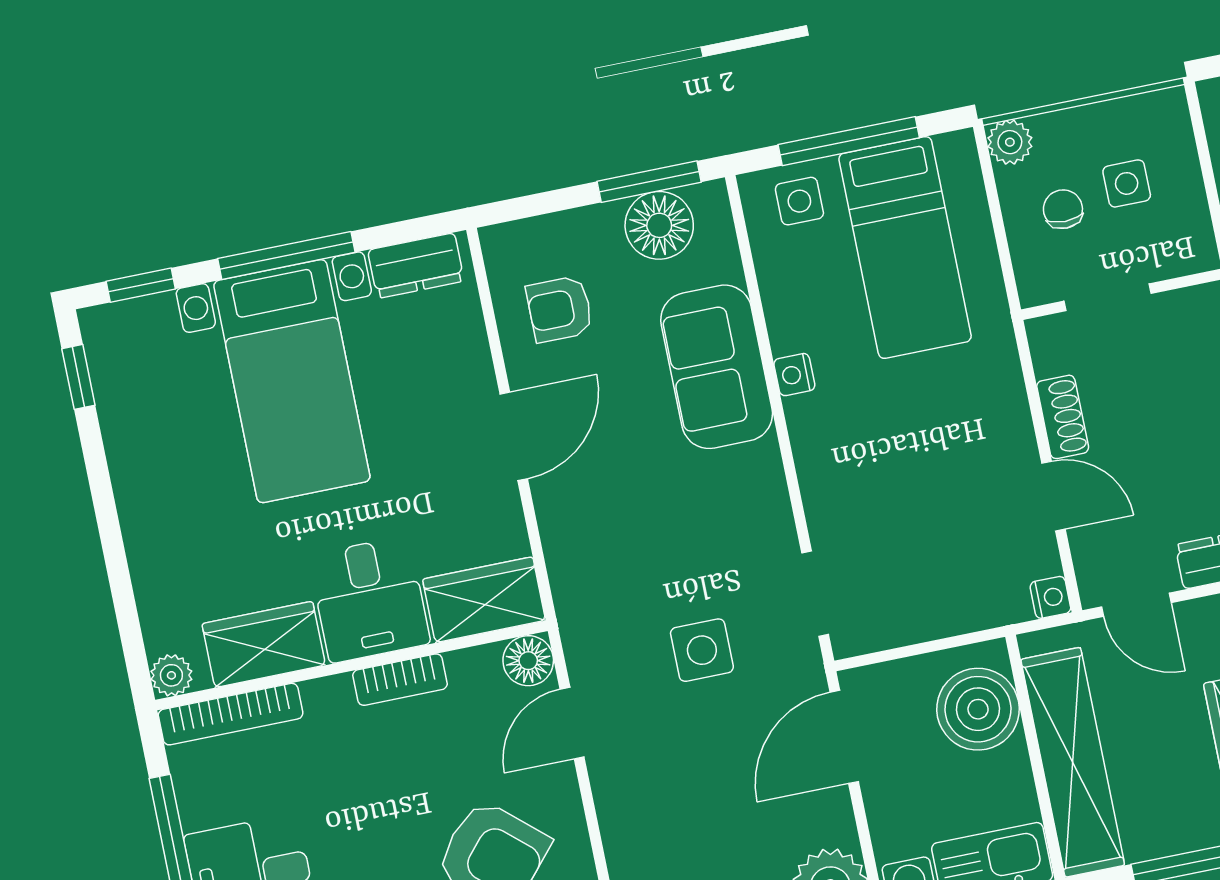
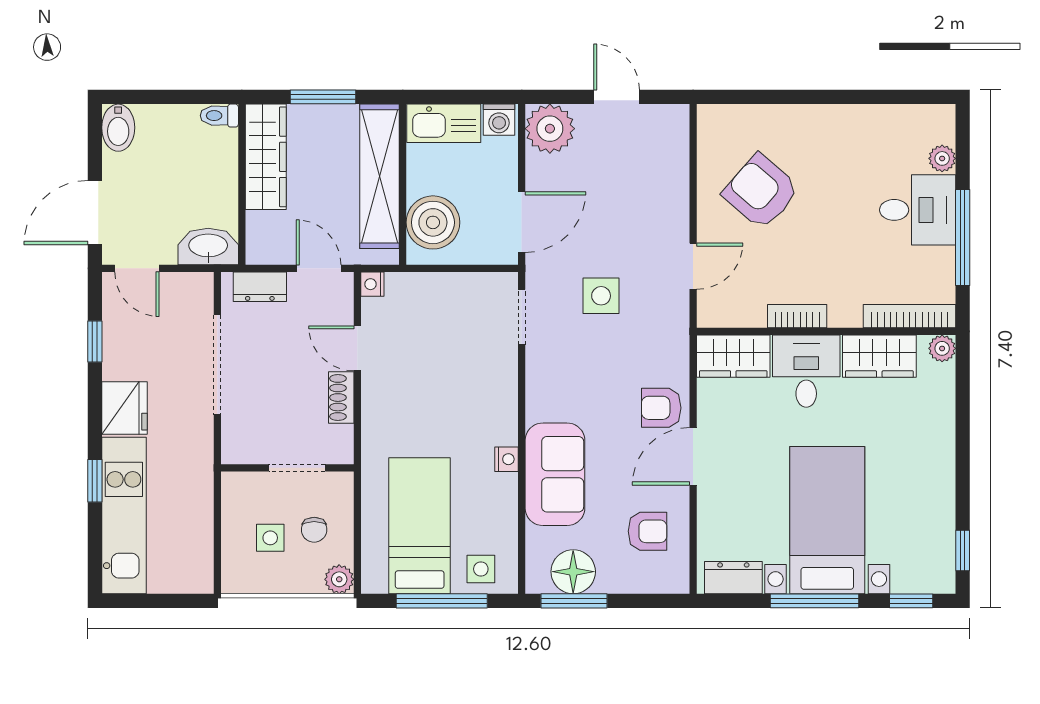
armchair: (577, 500) -> (661, 408), added
floor lamp: (528, 661) -> (713, 312), removed

